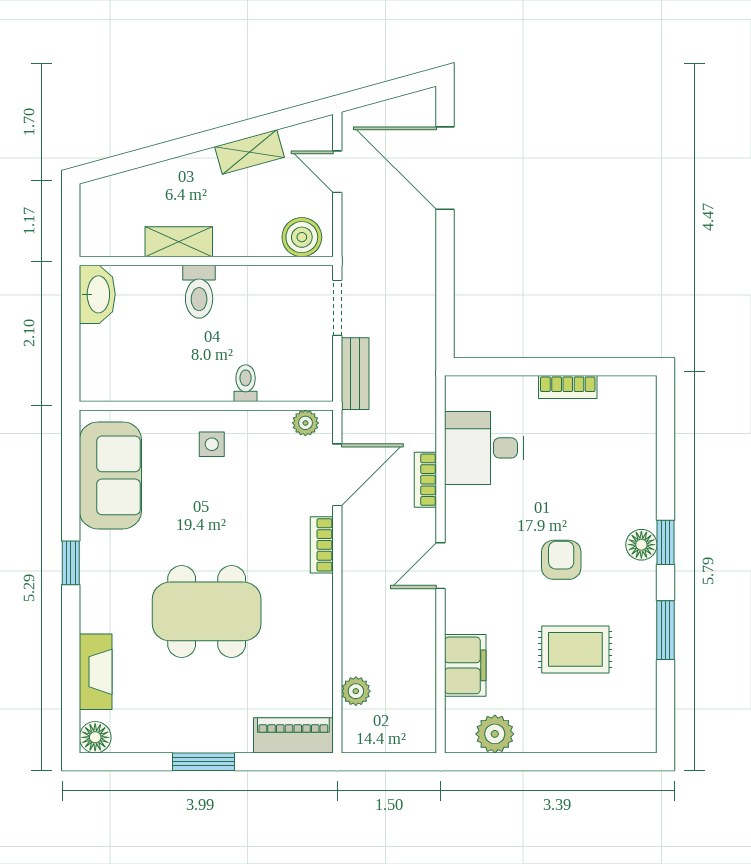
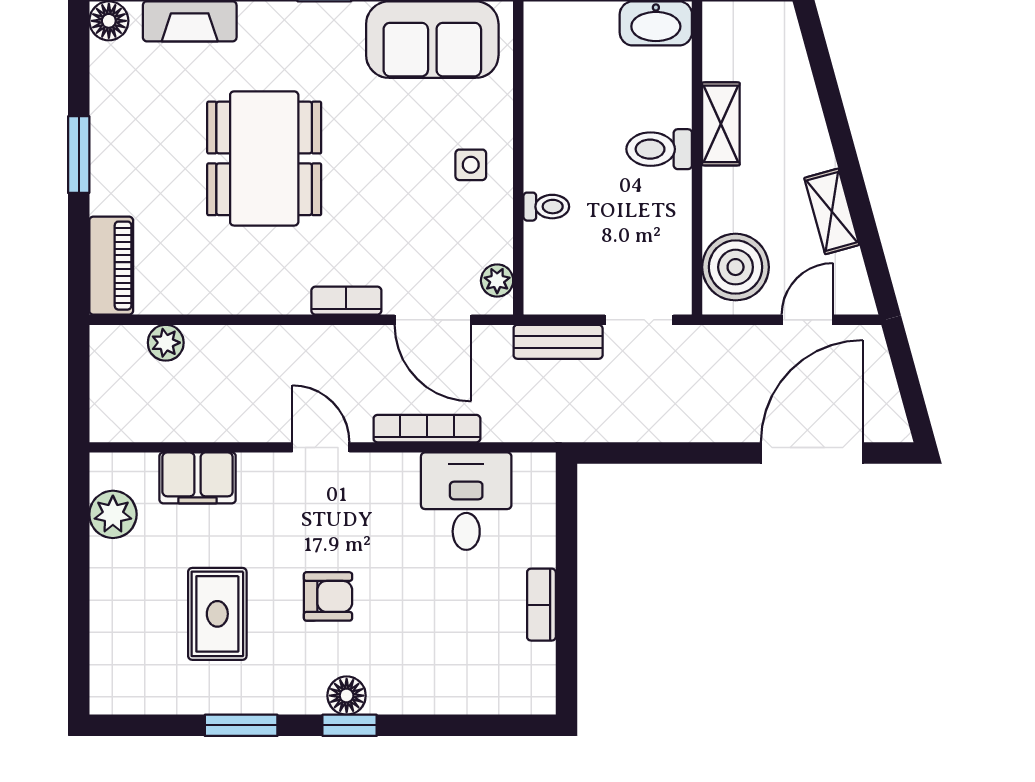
boiler: (302, 237) -> (736, 267), width x1.37, depth x1.37
bookcase: (425, 480) -> (427, 429), width x1.56

